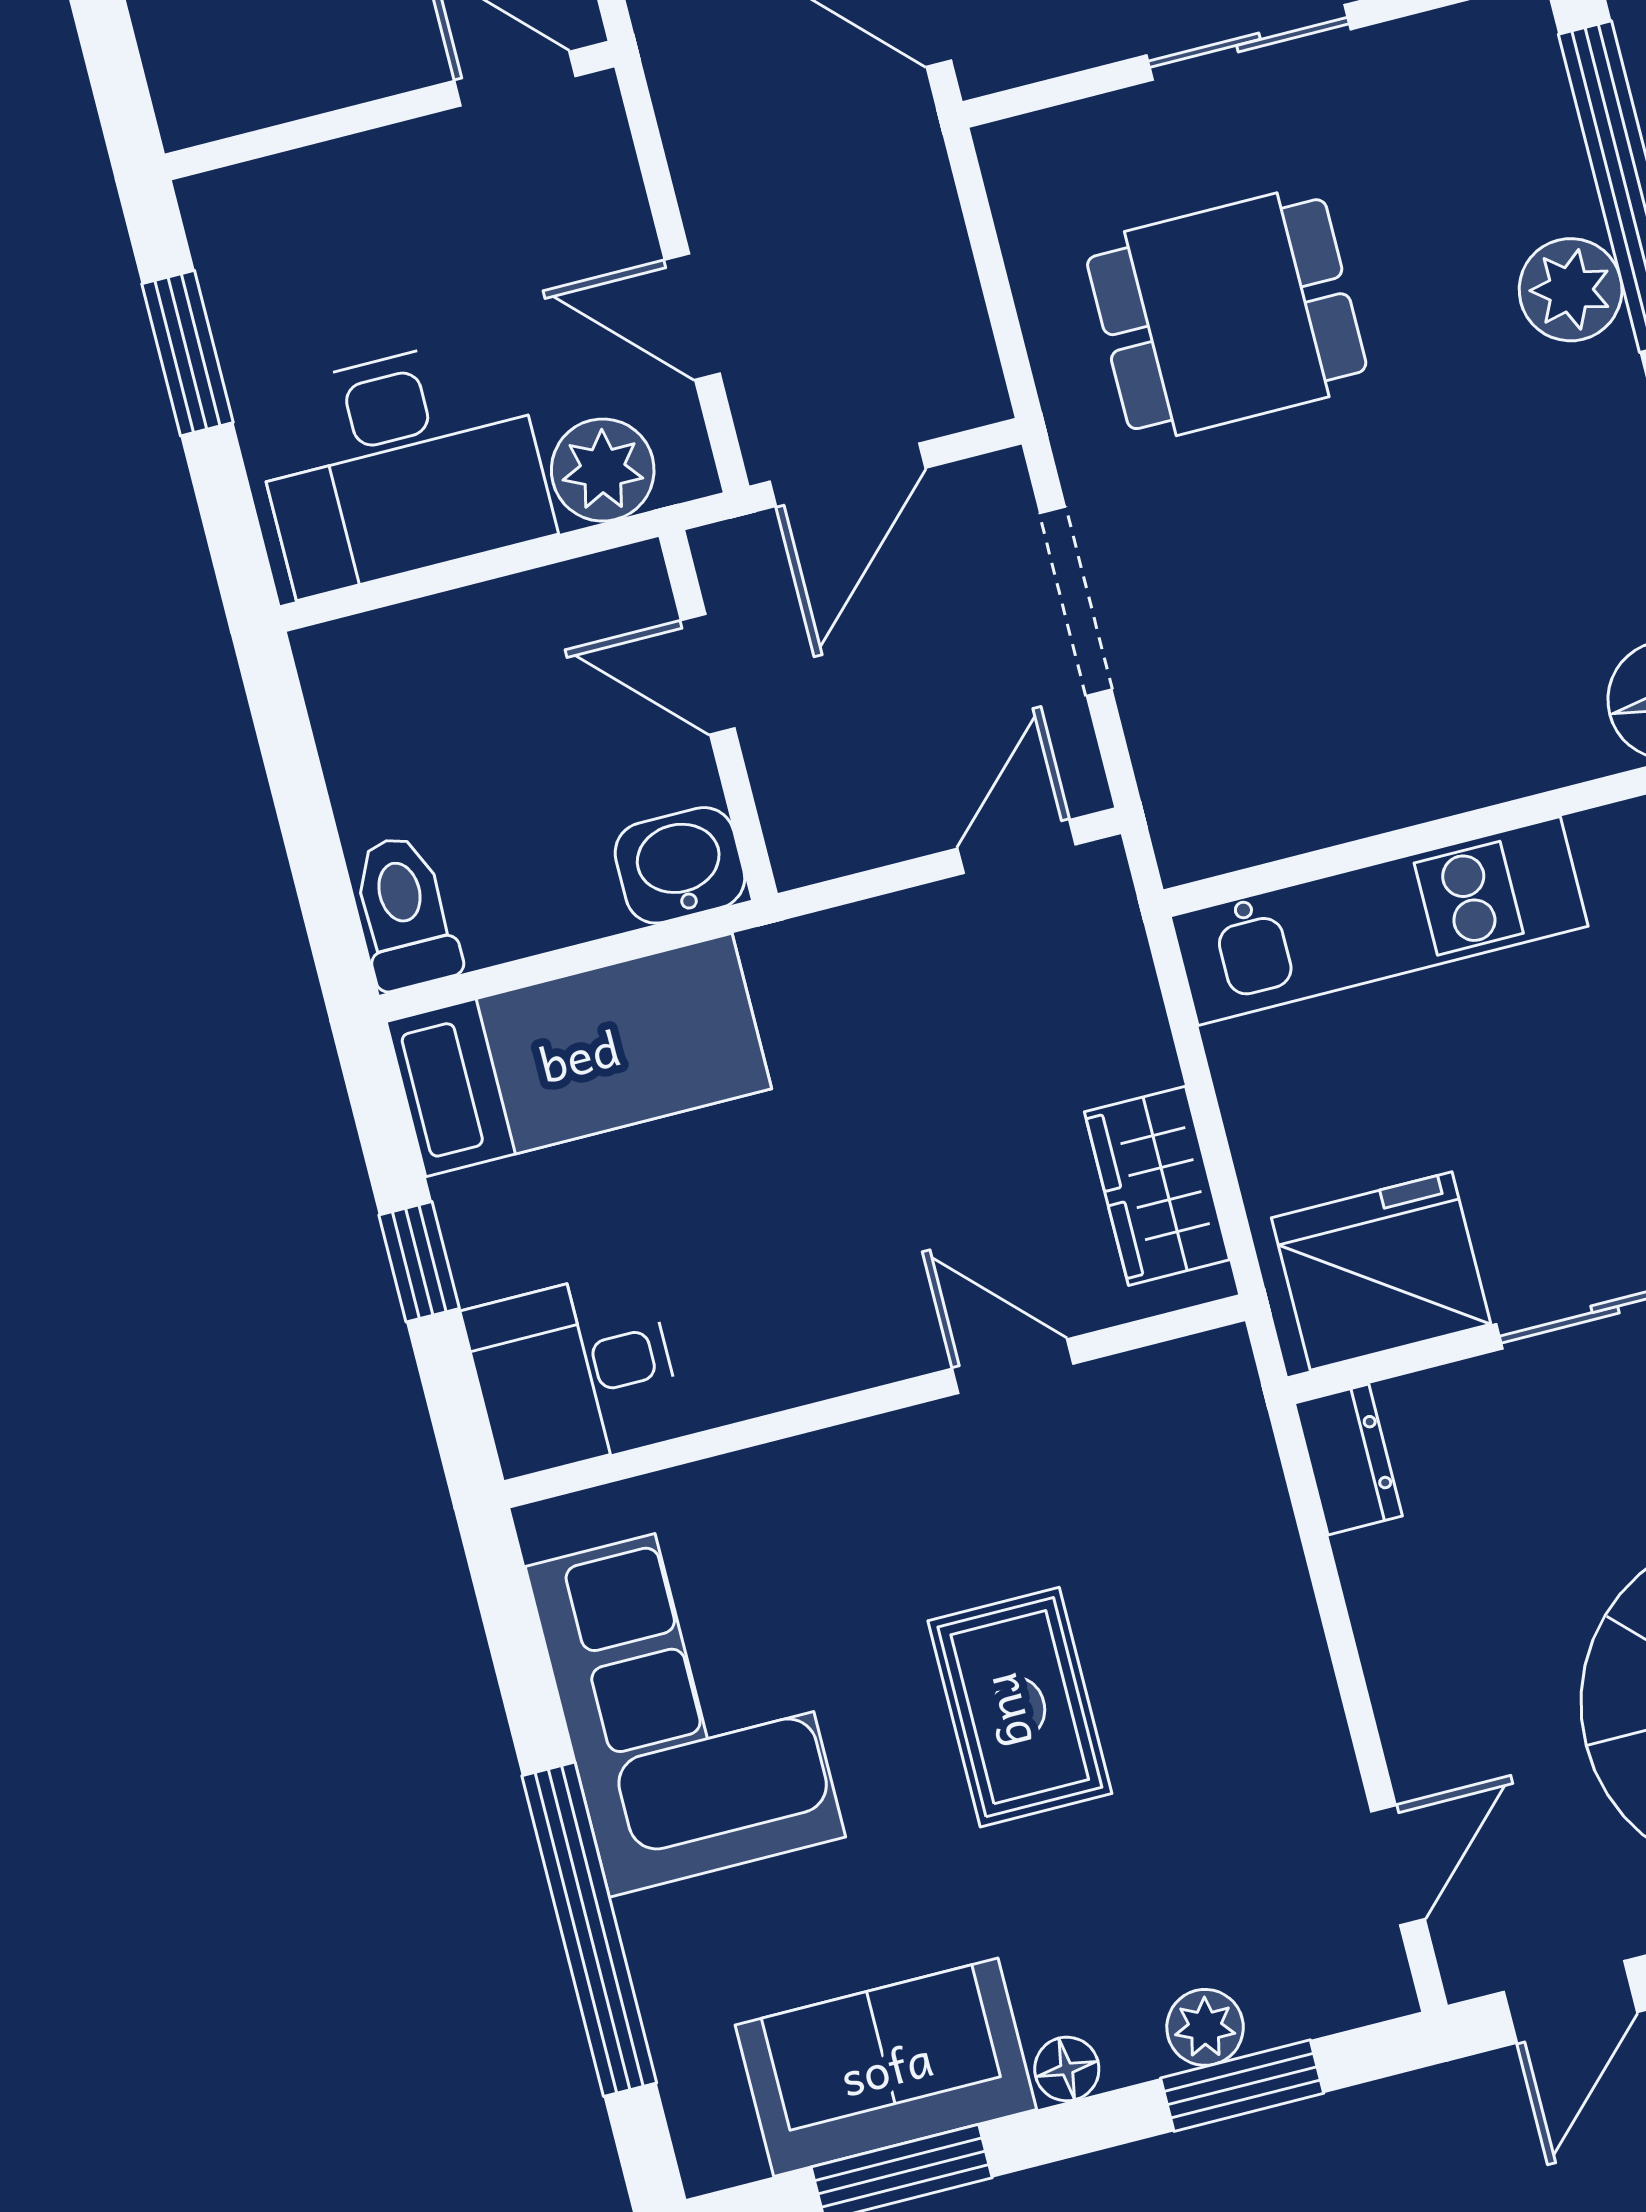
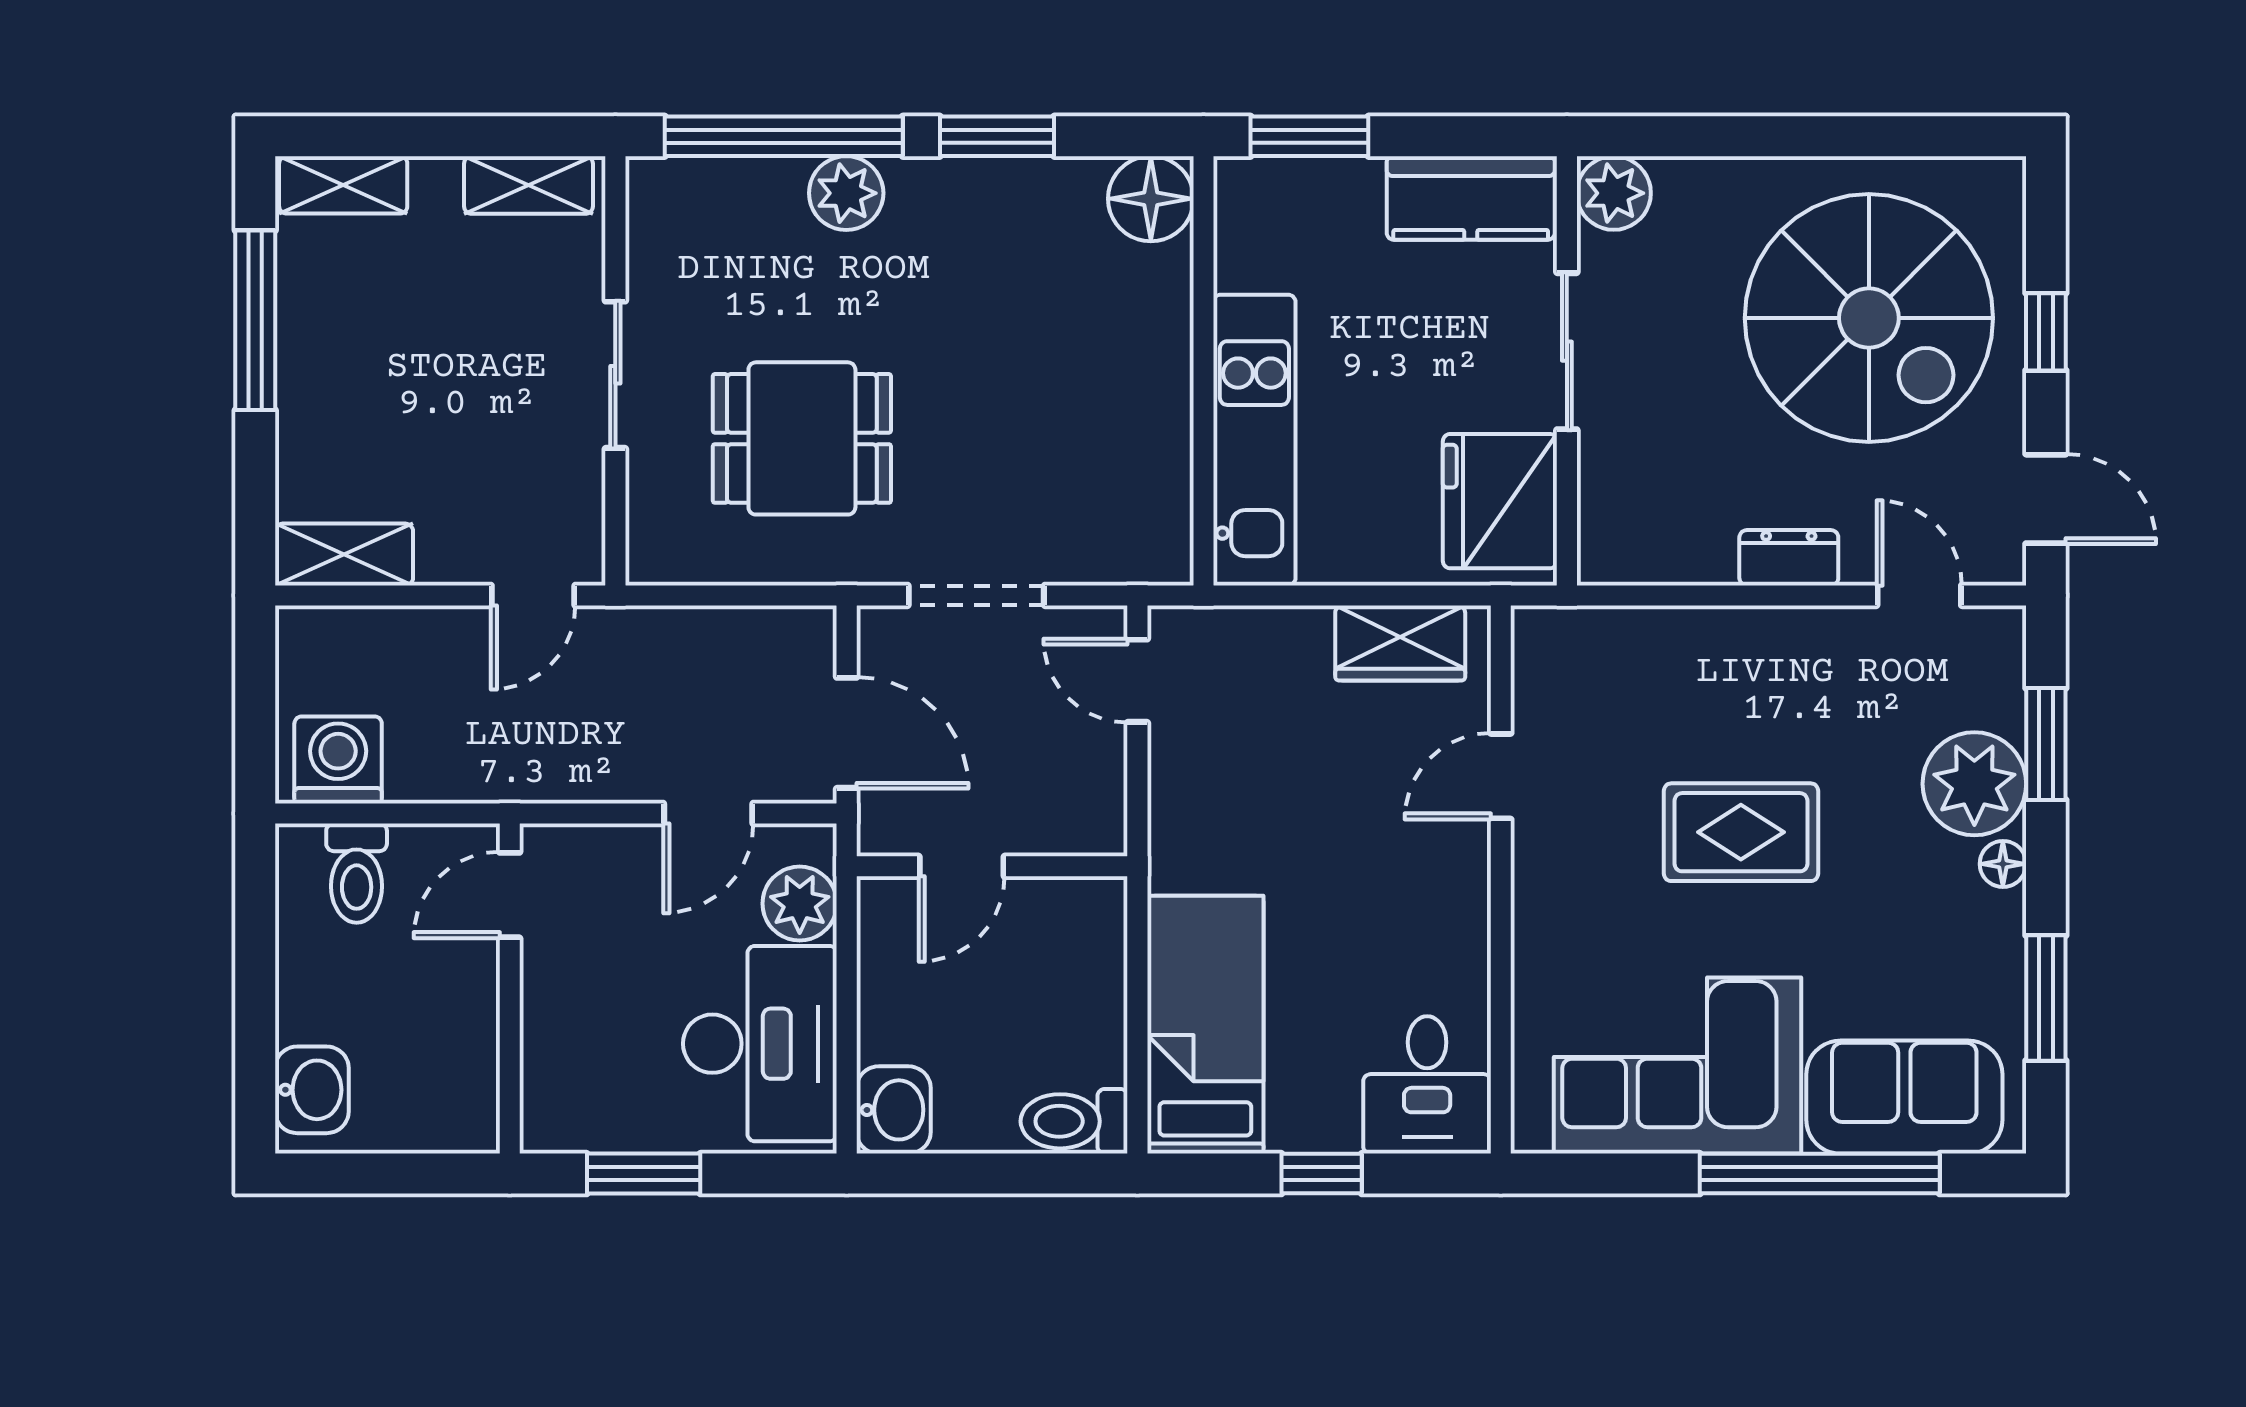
dining table: (1227, 314) -> (802, 438), turned 90
washbasin: (680, 865) -> (894, 1110), moved, turned 180
dresser: (1348, 1459) -> (1789, 558), moved
plant: (1205, 2027) -> (1974, 784), width x1.87, depth x1.87
sofa: (886, 2067) -> (1904, 1097), moved, turned 90

